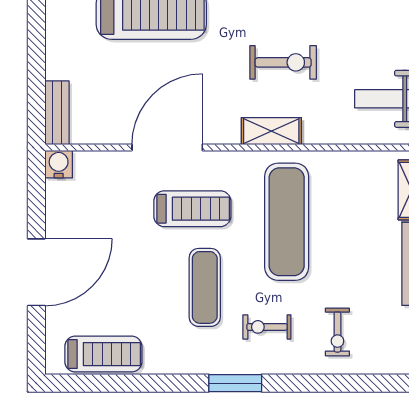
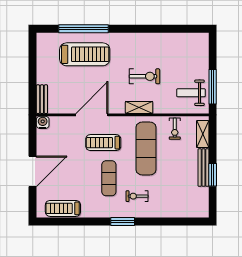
treadmill: (192, 209) -> (103, 143), turned 180
exercise bike: (337, 332) -> (175, 129), moved
treadmill: (103, 354) -> (63, 208), turned 180

